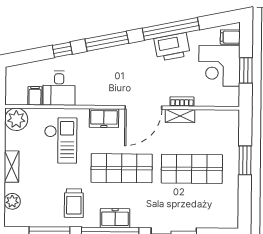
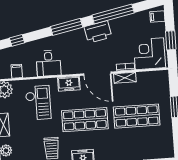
printer: (172, 47) -> (98, 32), moved
window: (62, 50) -> (17, 40), moved
corner desk: (219, 66) -> (149, 54), moved, turned 90
desk: (59, 88) -> (49, 63), moved
door: (143, 108) -> (97, 74), hinge flipped

